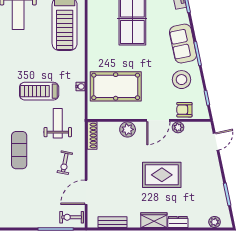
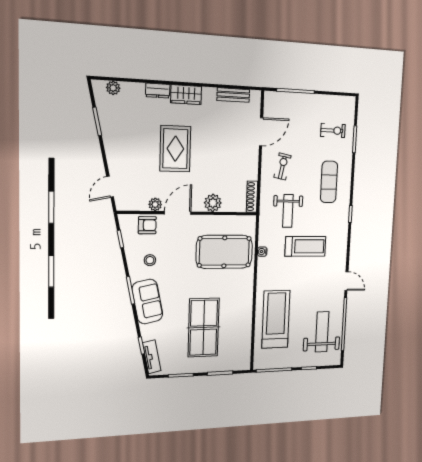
stool: (182, 80) -> (150, 260), width x0.53, depth x0.53
rug: (162, 175) -> (175, 149), turned 90
exercise bike: (72, 217) -> (333, 130), moved

